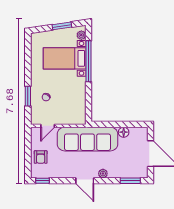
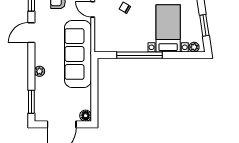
window: (88, 61) -> (140, 55), moved
floor lamp: (124, 132) -> (86, 116), moved
door: (85, 181) -> (31, 33), moved

